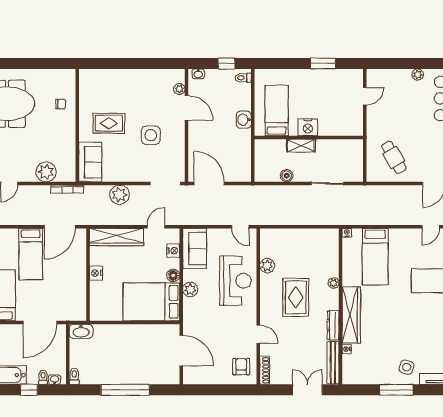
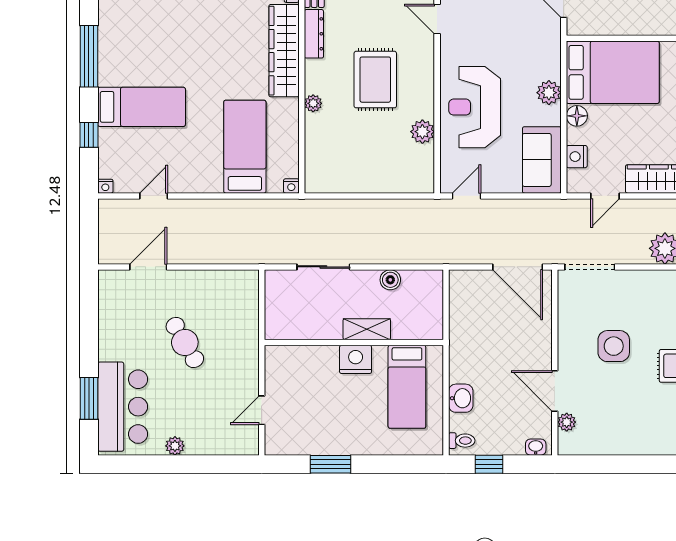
washbasin: (244, 120) -> (461, 398), moved
cafe table: (394, 157) -> (185, 342), moved
door: (240, 227) -> (467, 196), hinge flipped

